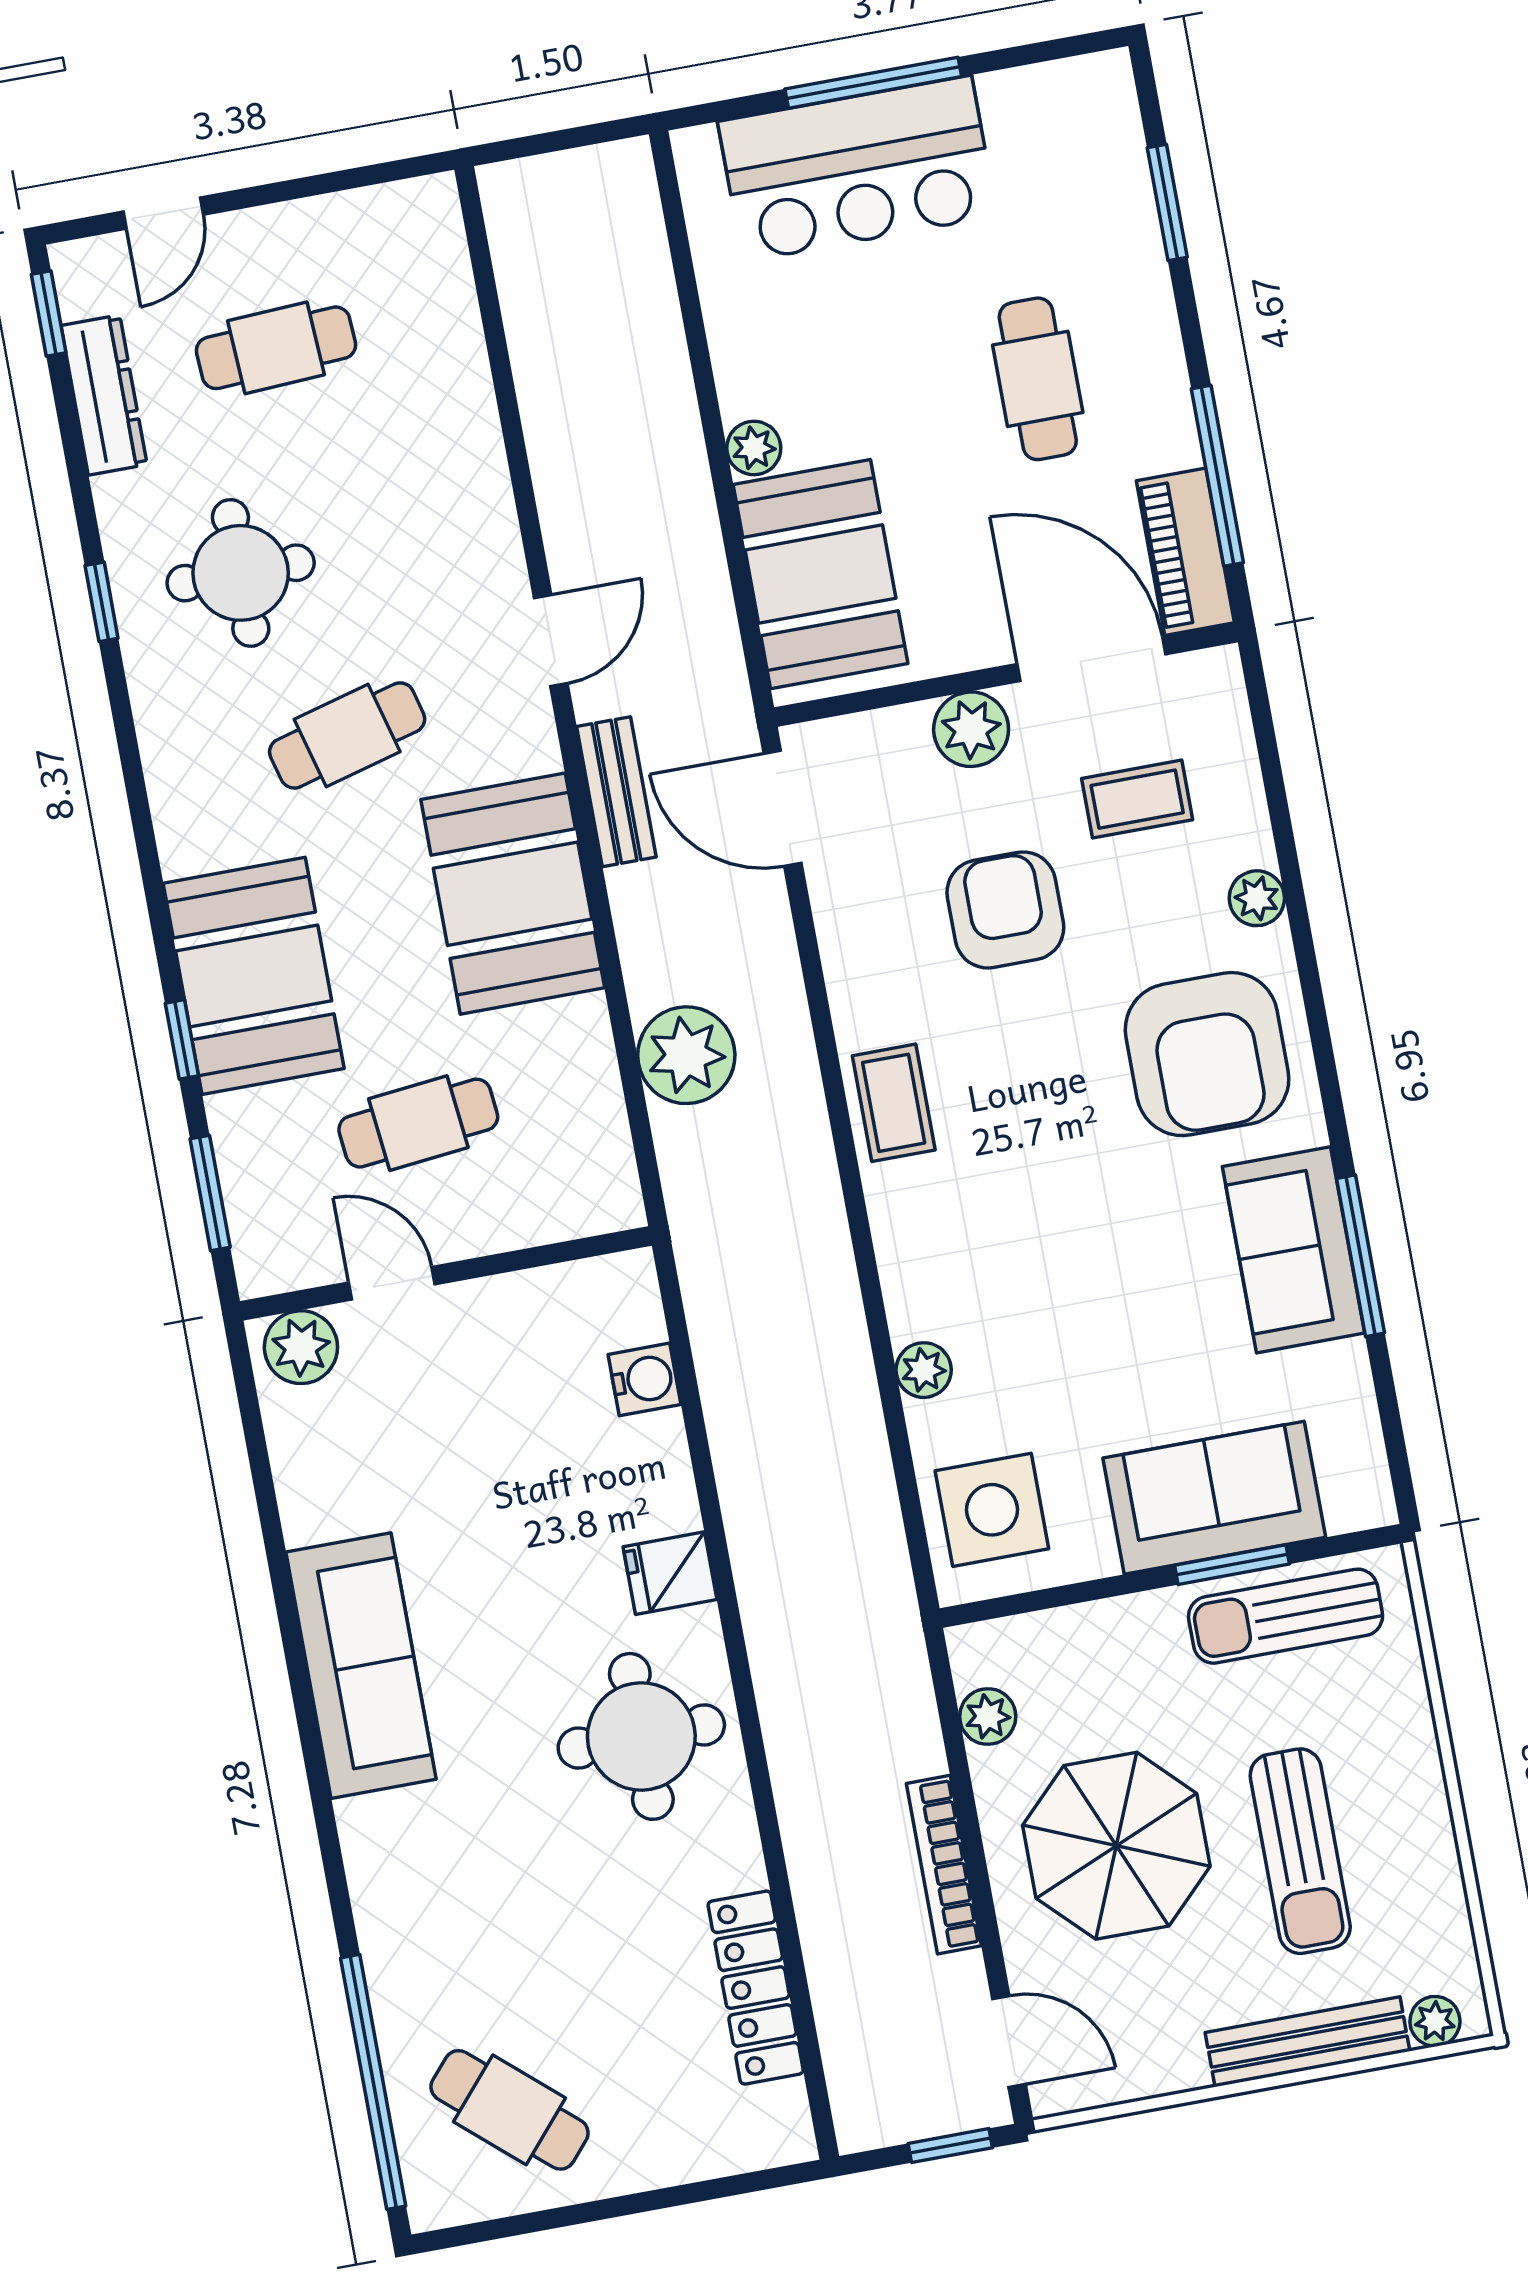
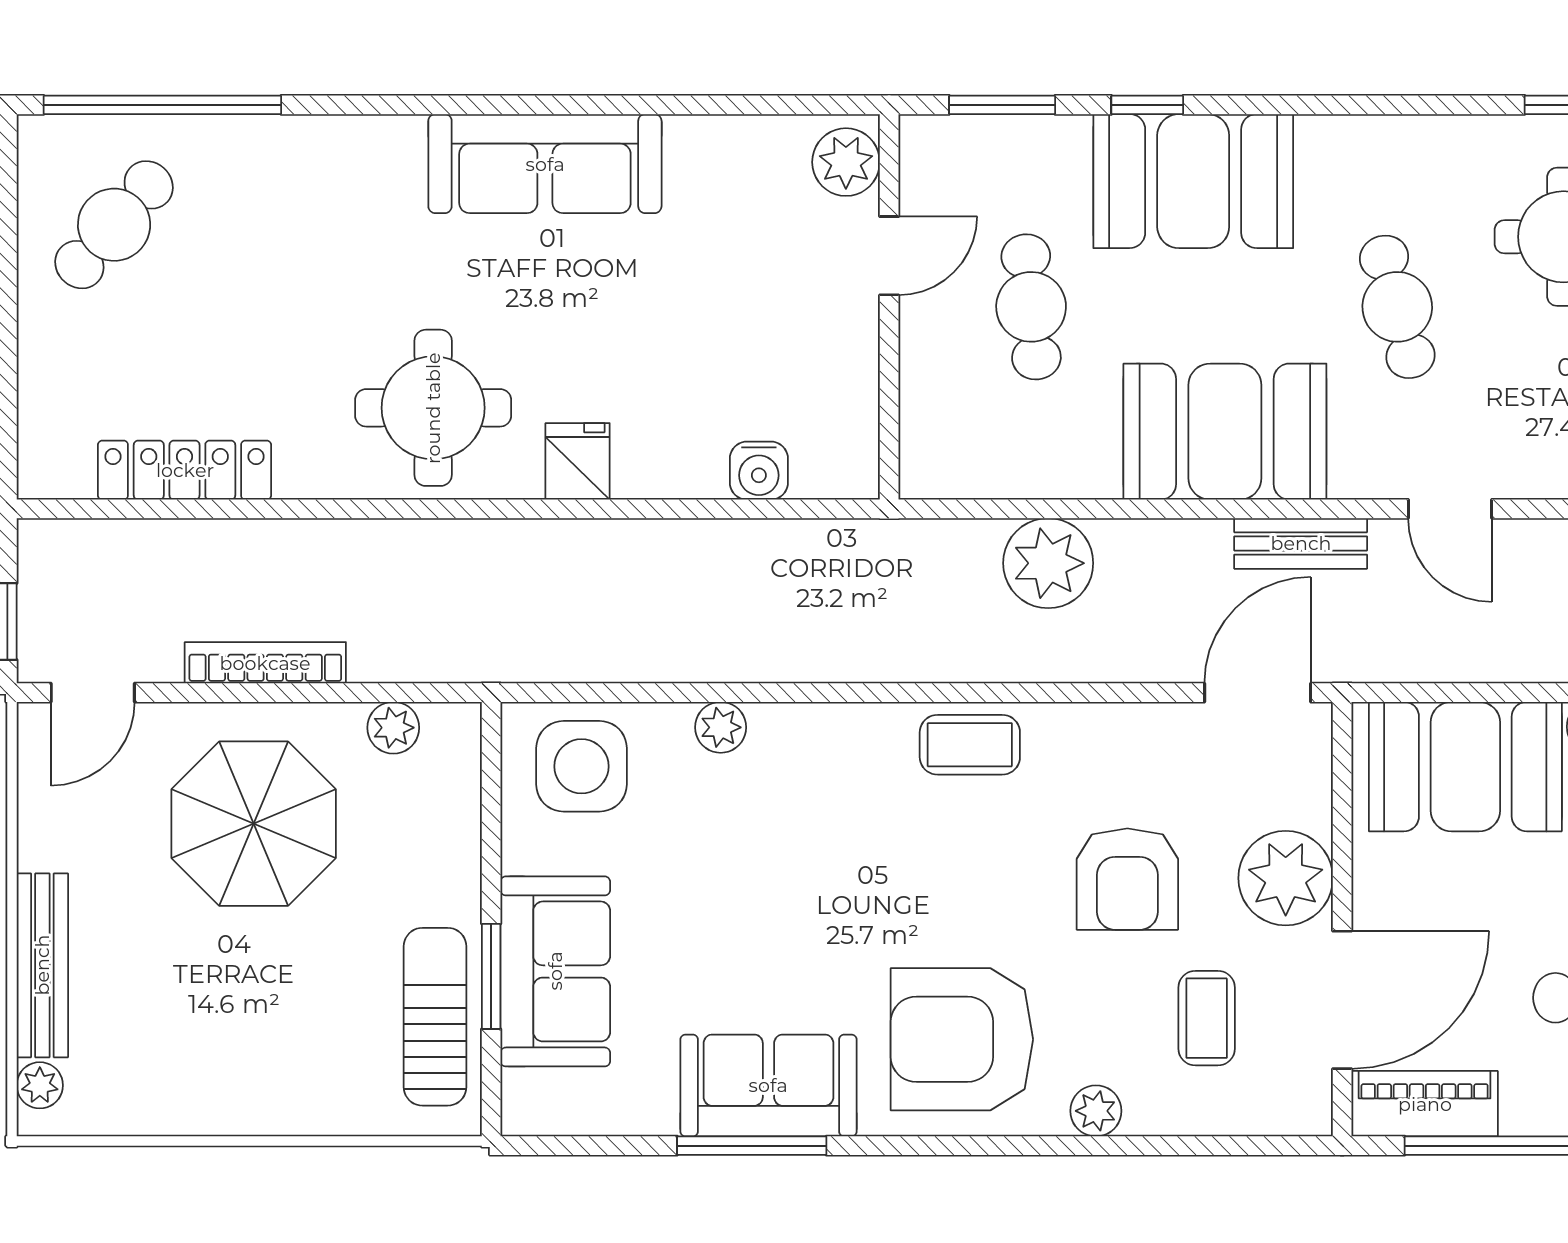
plant: (971, 729) -> (1286, 878), width x1.36, depth x1.36
armchair: (1005, 910) -> (1127, 879), turned 90
sun lounger: (1300, 1851) -> (218, 991), removed

